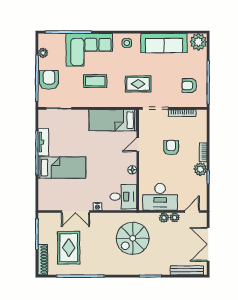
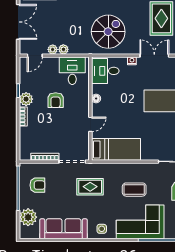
plant: (198, 42) -> (28, 217), moved
armchair: (171, 148) -> (56, 100), moved
desk: (160, 197) -> (72, 71), width x0.73
spiral stairs: (133, 238) -> (108, 32), moved

